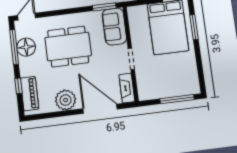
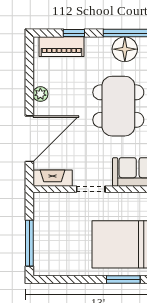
plant: (66, 100) -> (40, 94), width x0.53, depth x0.53

